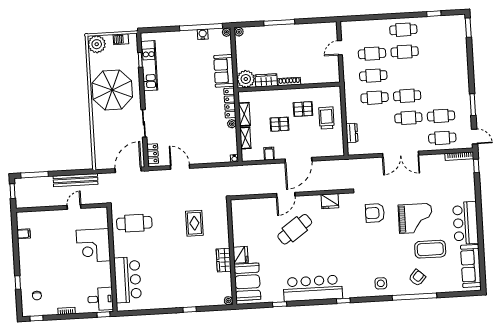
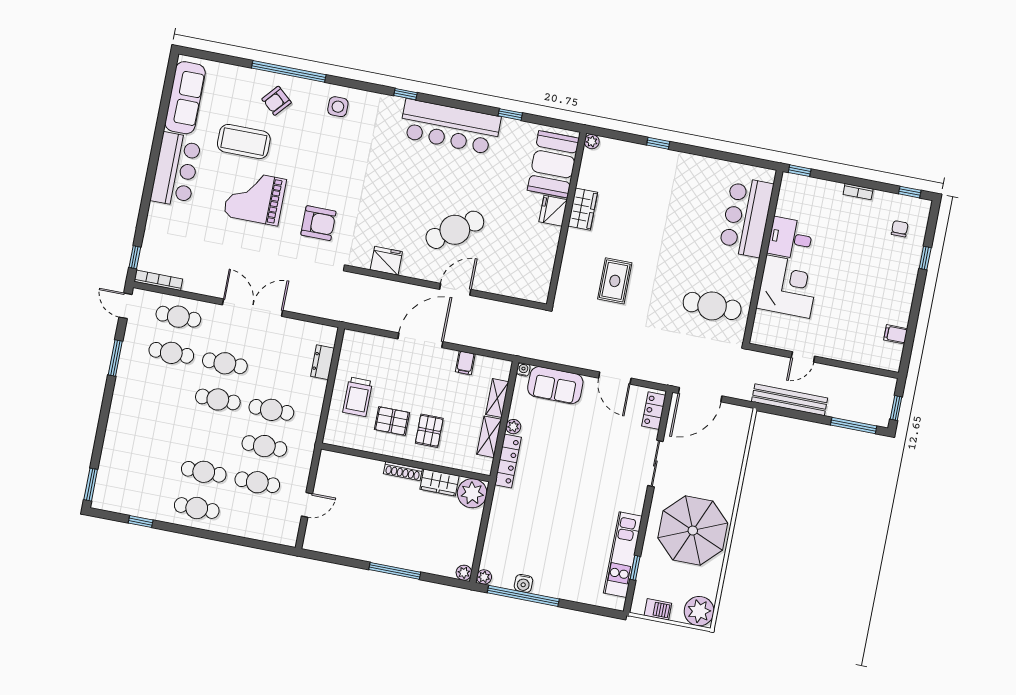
sofa: (224, 71) -> (555, 385), moved, turned 90
pallet: (279, 124) -> (429, 431), moved, turned 90
desk: (100, 299) -> (790, 238), moved

